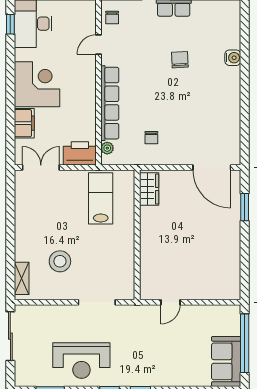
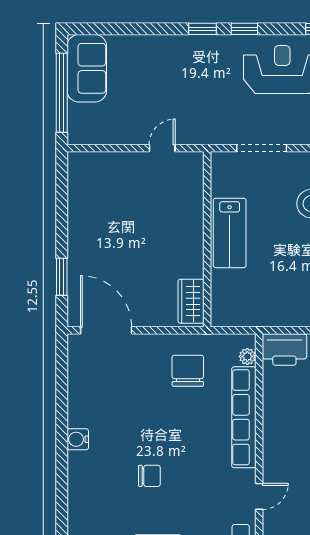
water cooler: (233, 58) -> (78, 439), moved
chair: (180, 60) -> (149, 476), turned -87
chair: (151, 138) -> (188, 371), width x1.87, depth x1.87
lab bench: (101, 198) -> (230, 233), moved

